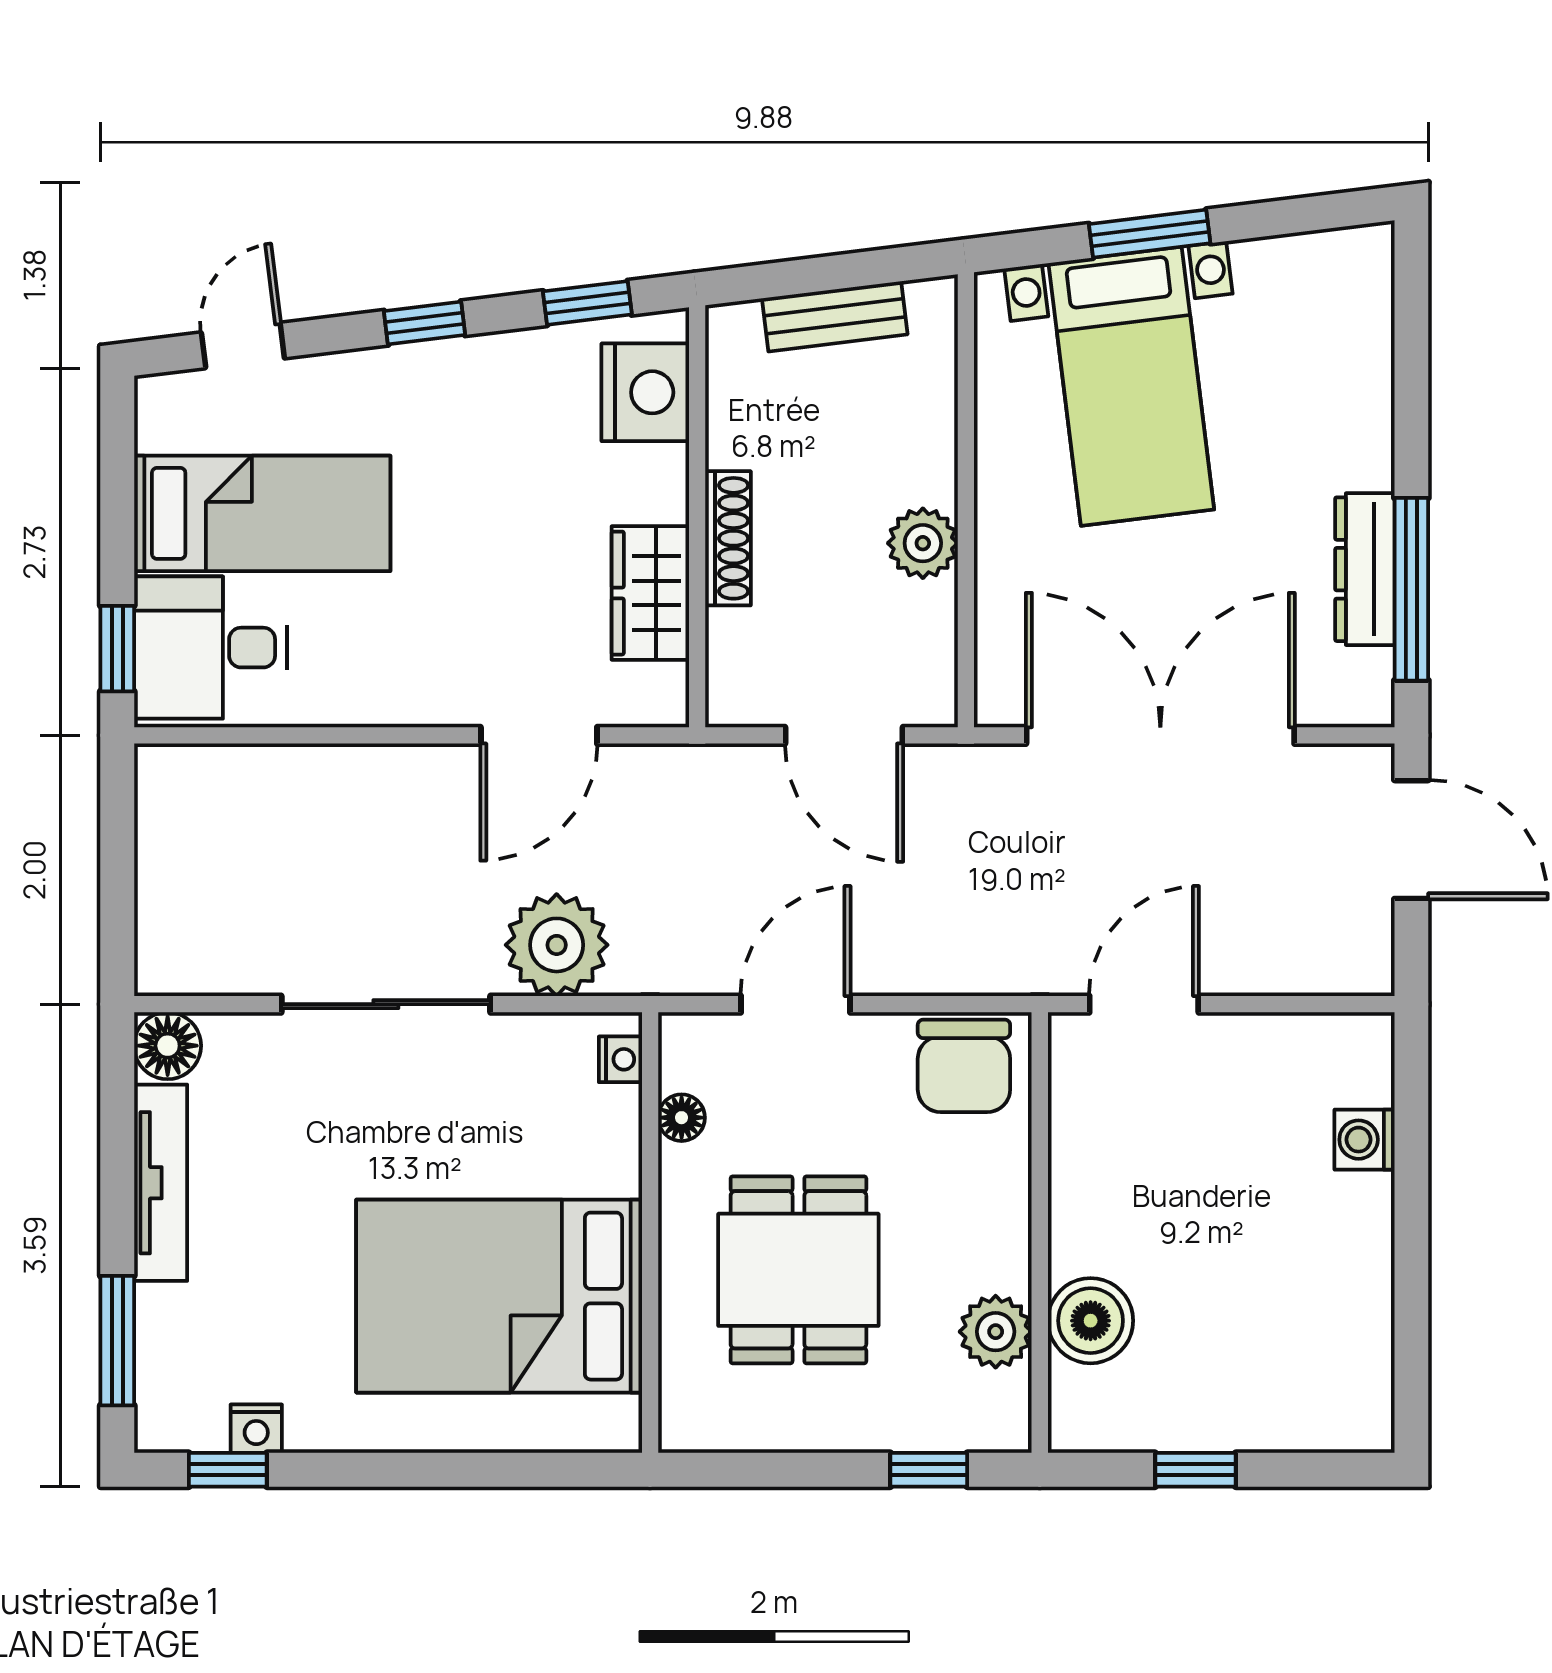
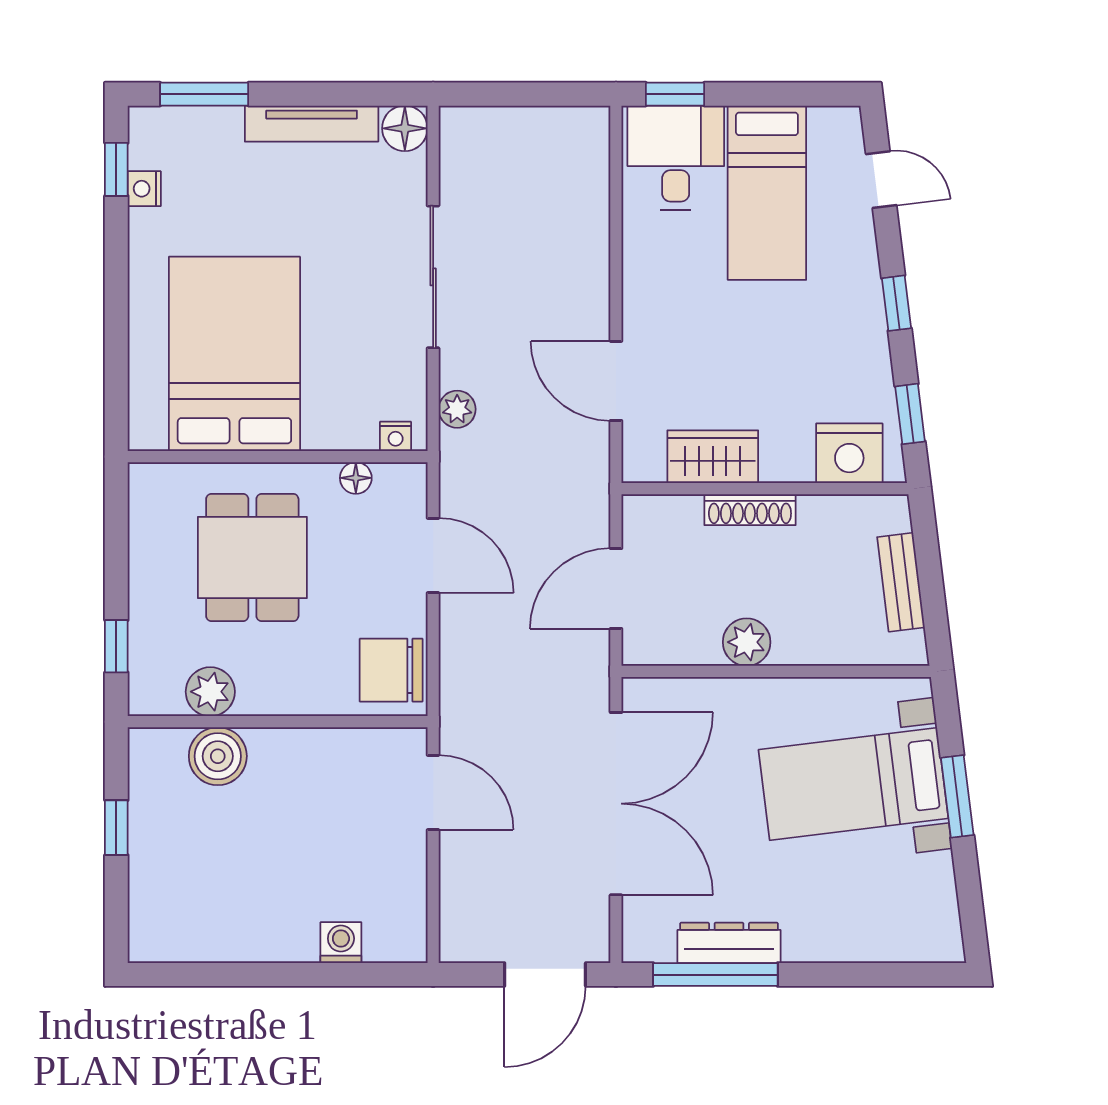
plant: (557, 945) -> (457, 409), width x0.53, depth x0.53
dining table: (798, 1270) -> (252, 558), turned 90

